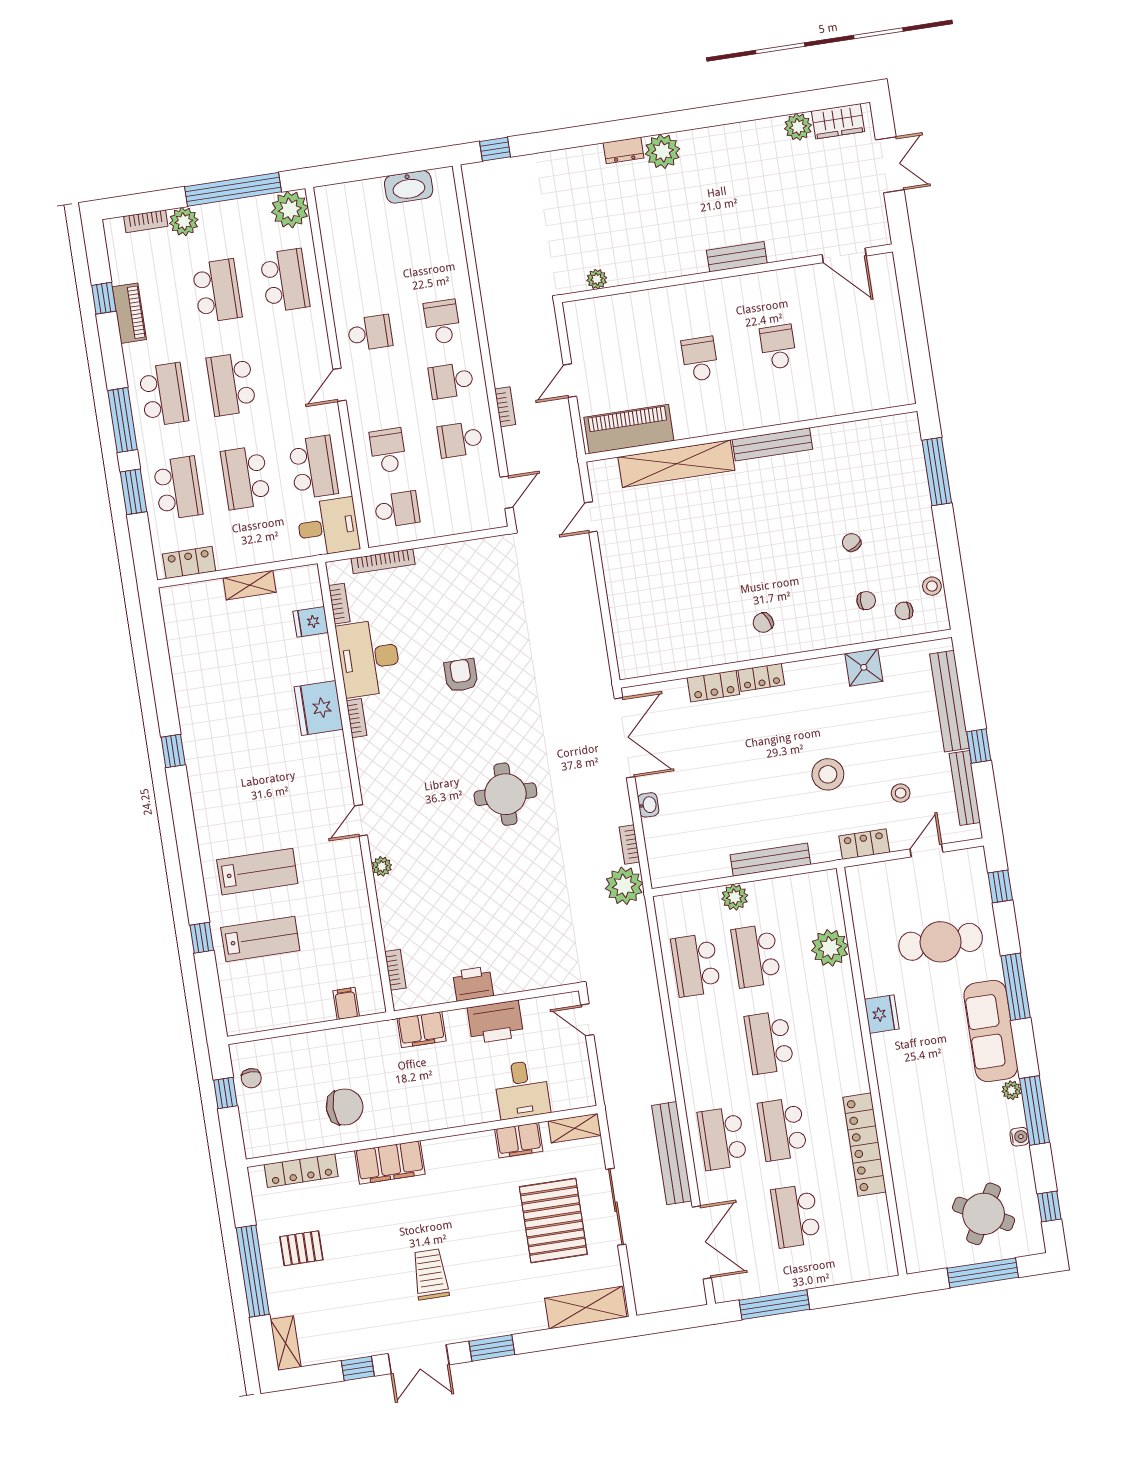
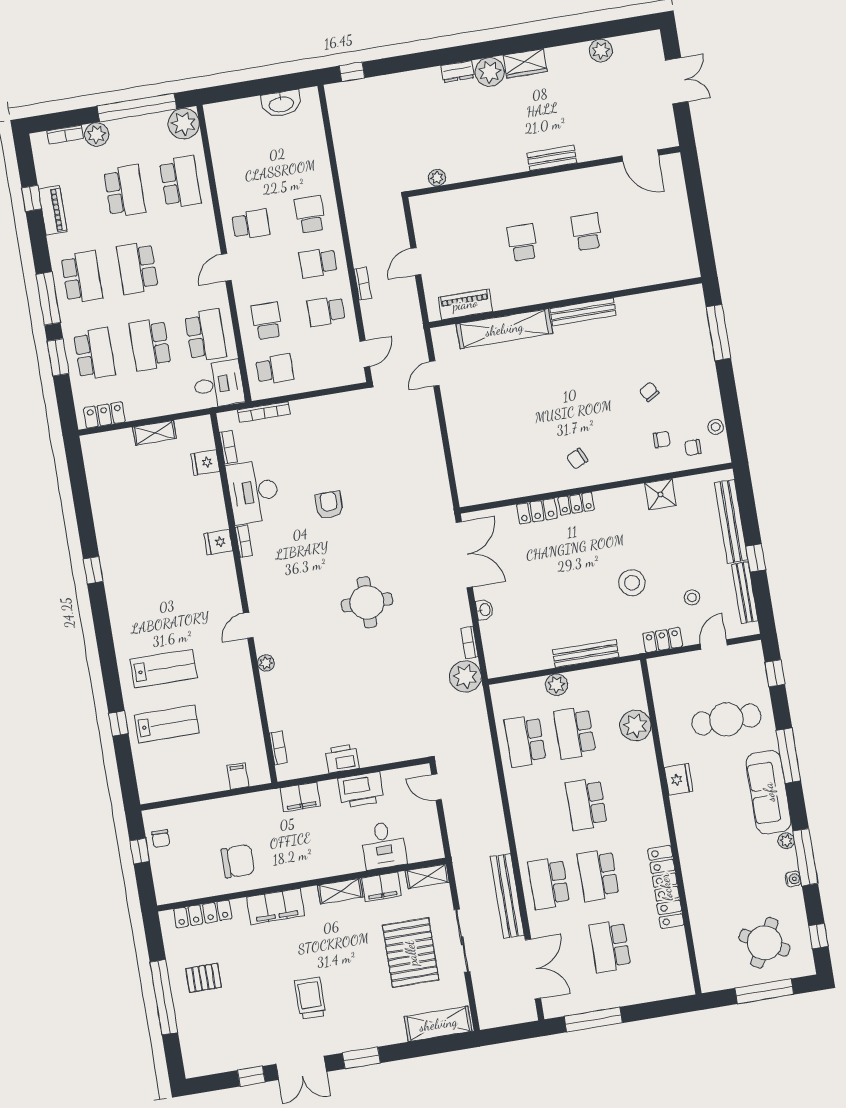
wardrobe: (838, 121) -> (525, 63), moved
piano: (629, 429) -> (465, 304), width x0.73, depth x0.75
fridge: (319, 708) -> (218, 542), width x0.53, depth x0.75
shelving: (286, 1343) -> (340, 891), moved, turned 90

